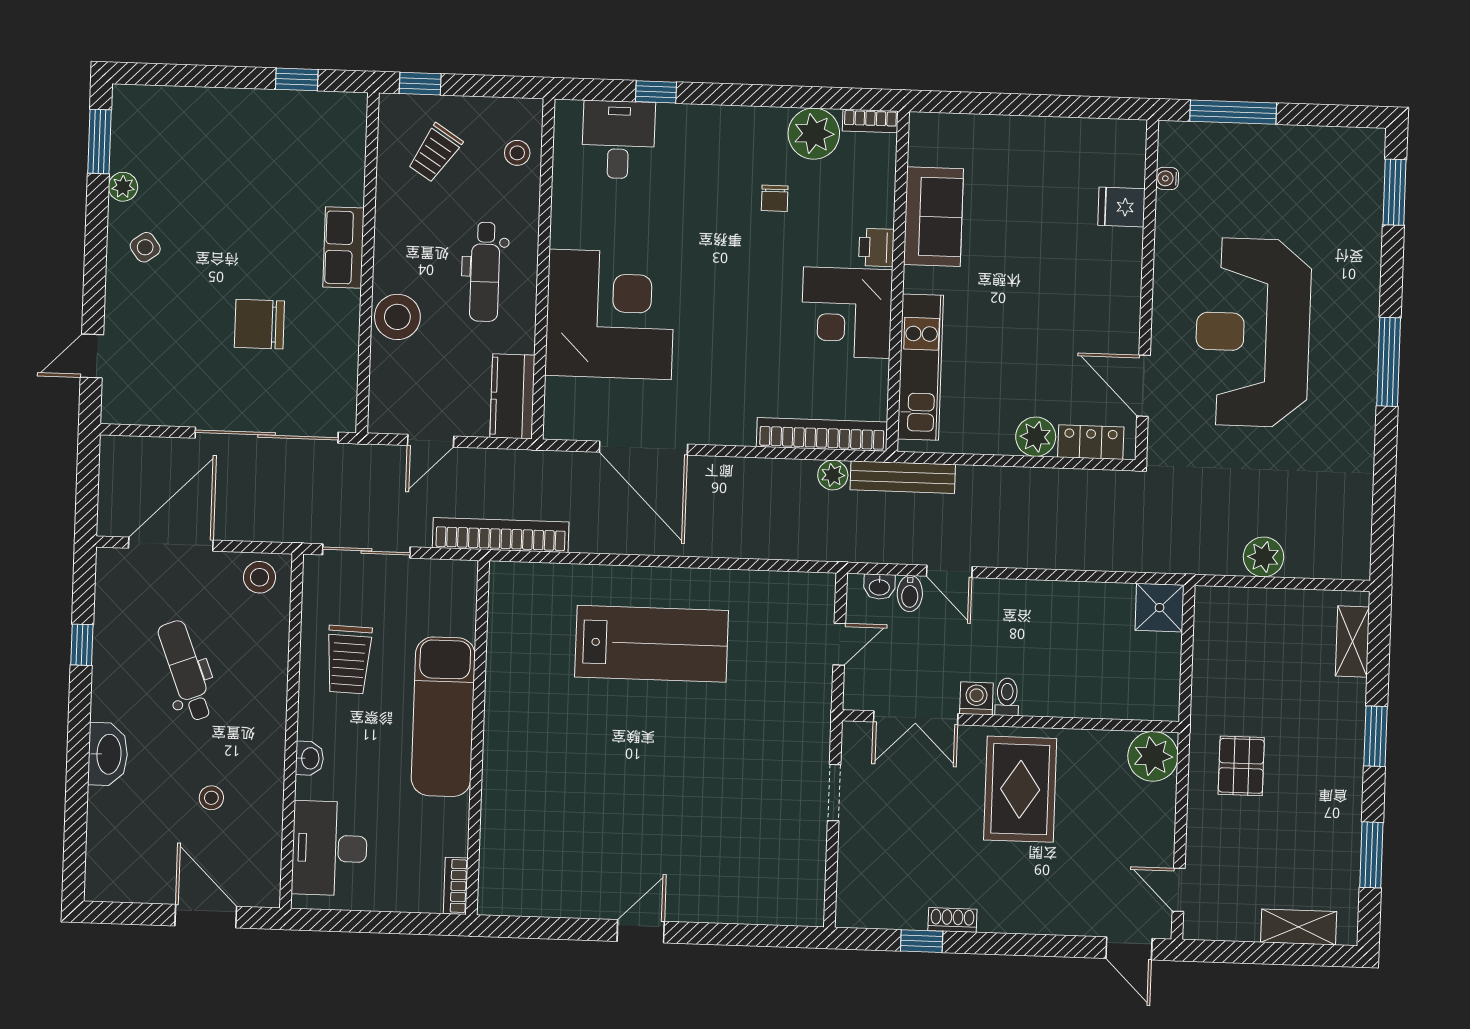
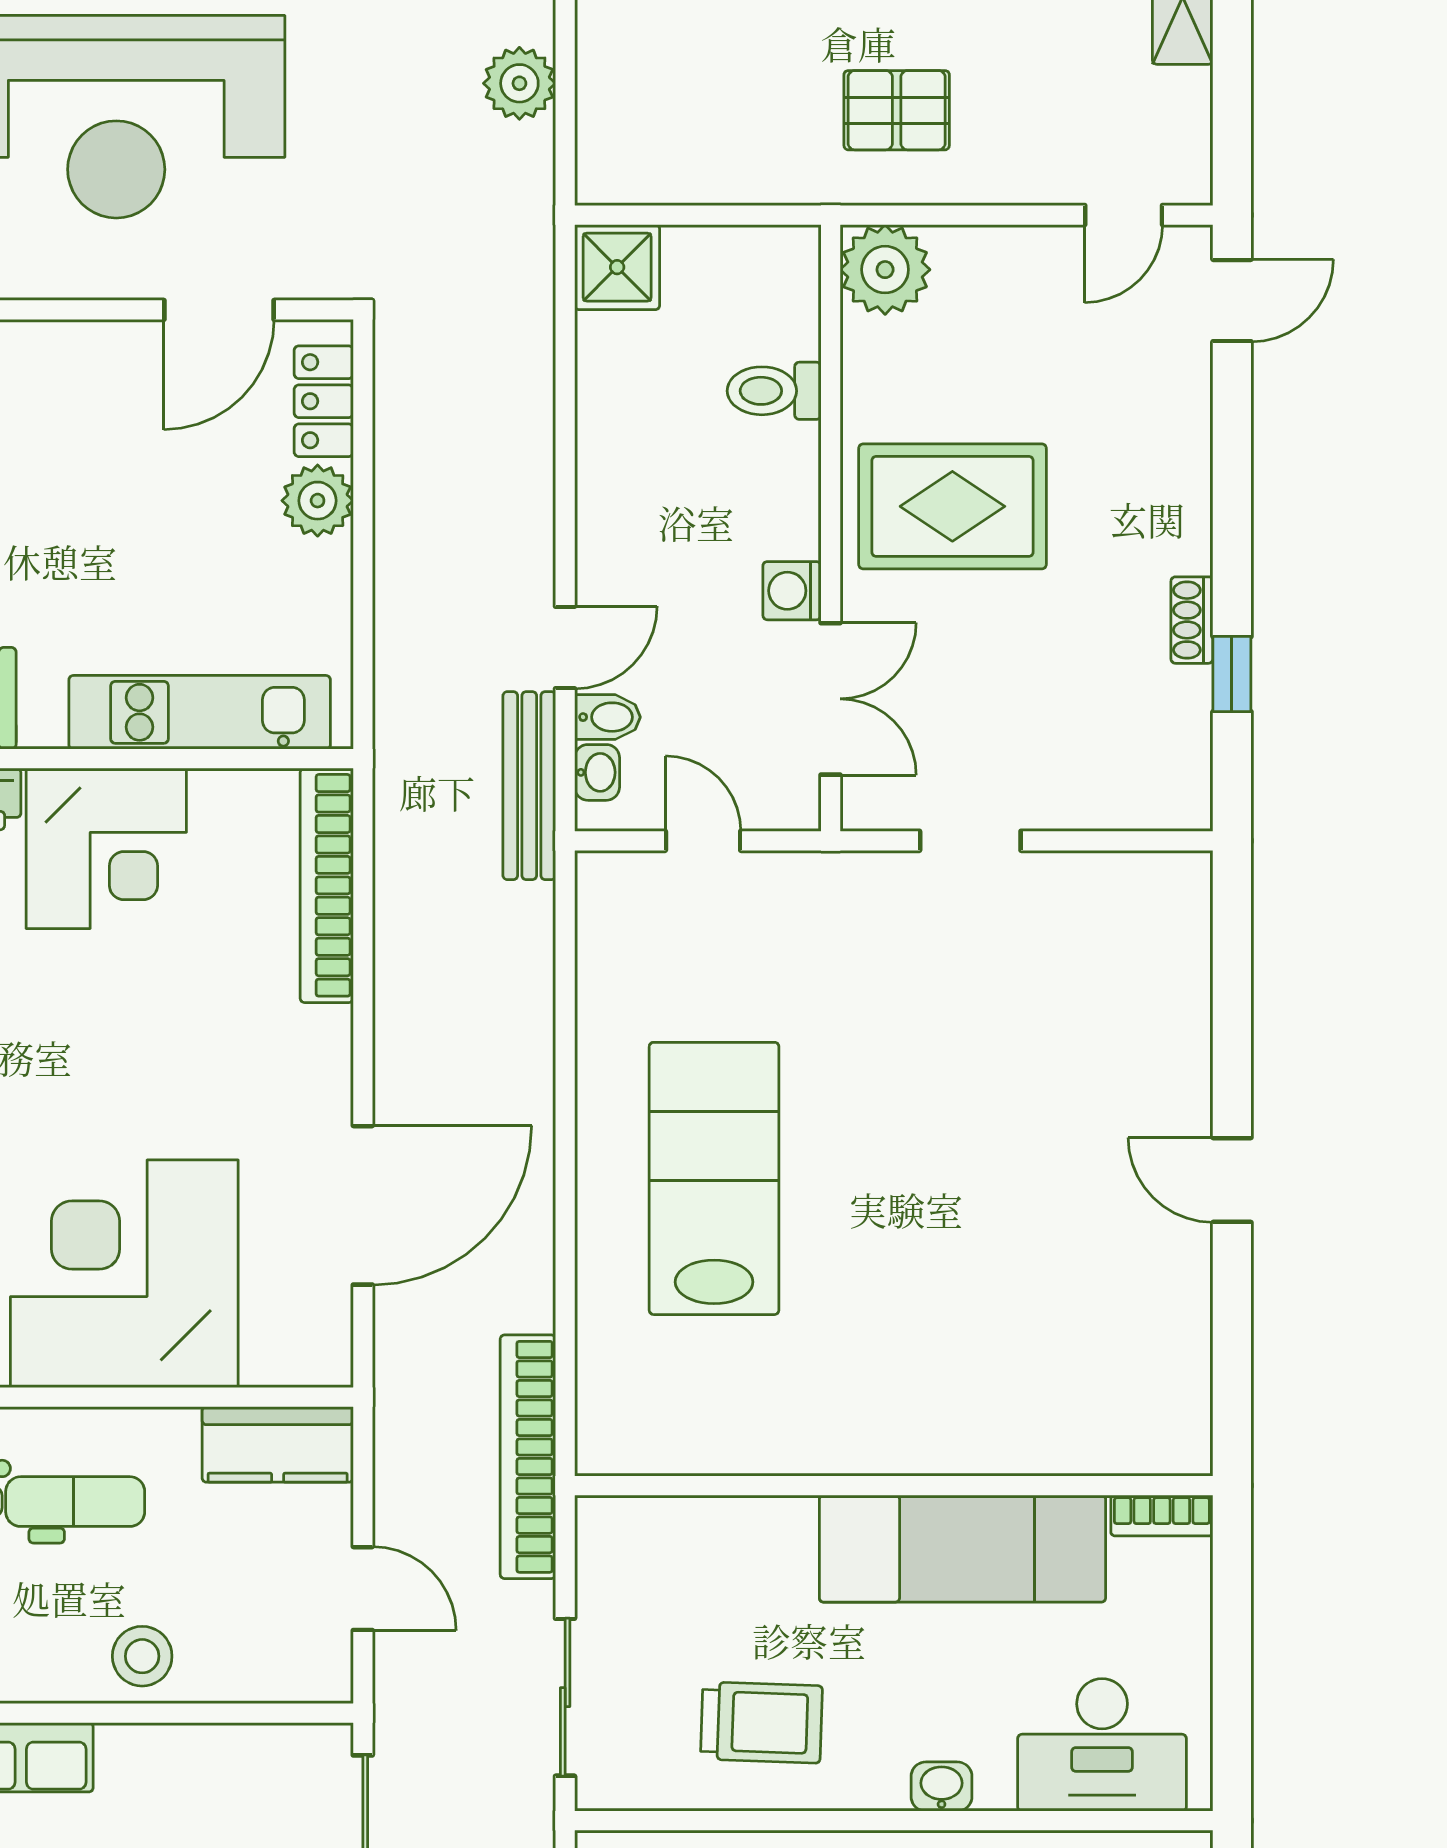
stool: (397, 317) -> (142, 1656), width x0.73, depth x0.73
plant: (833, 475) -> (399, 863), removed
bench: (903, 477) -> (529, 786), moved
toilet: (1007, 697) -> (774, 391), moved, width x1.37, depth x1.39
exam couch: (443, 717) -> (963, 1549), moved

